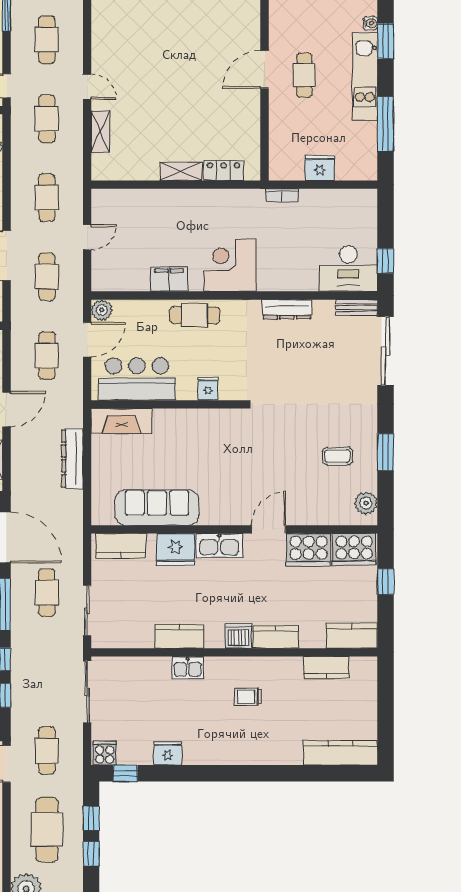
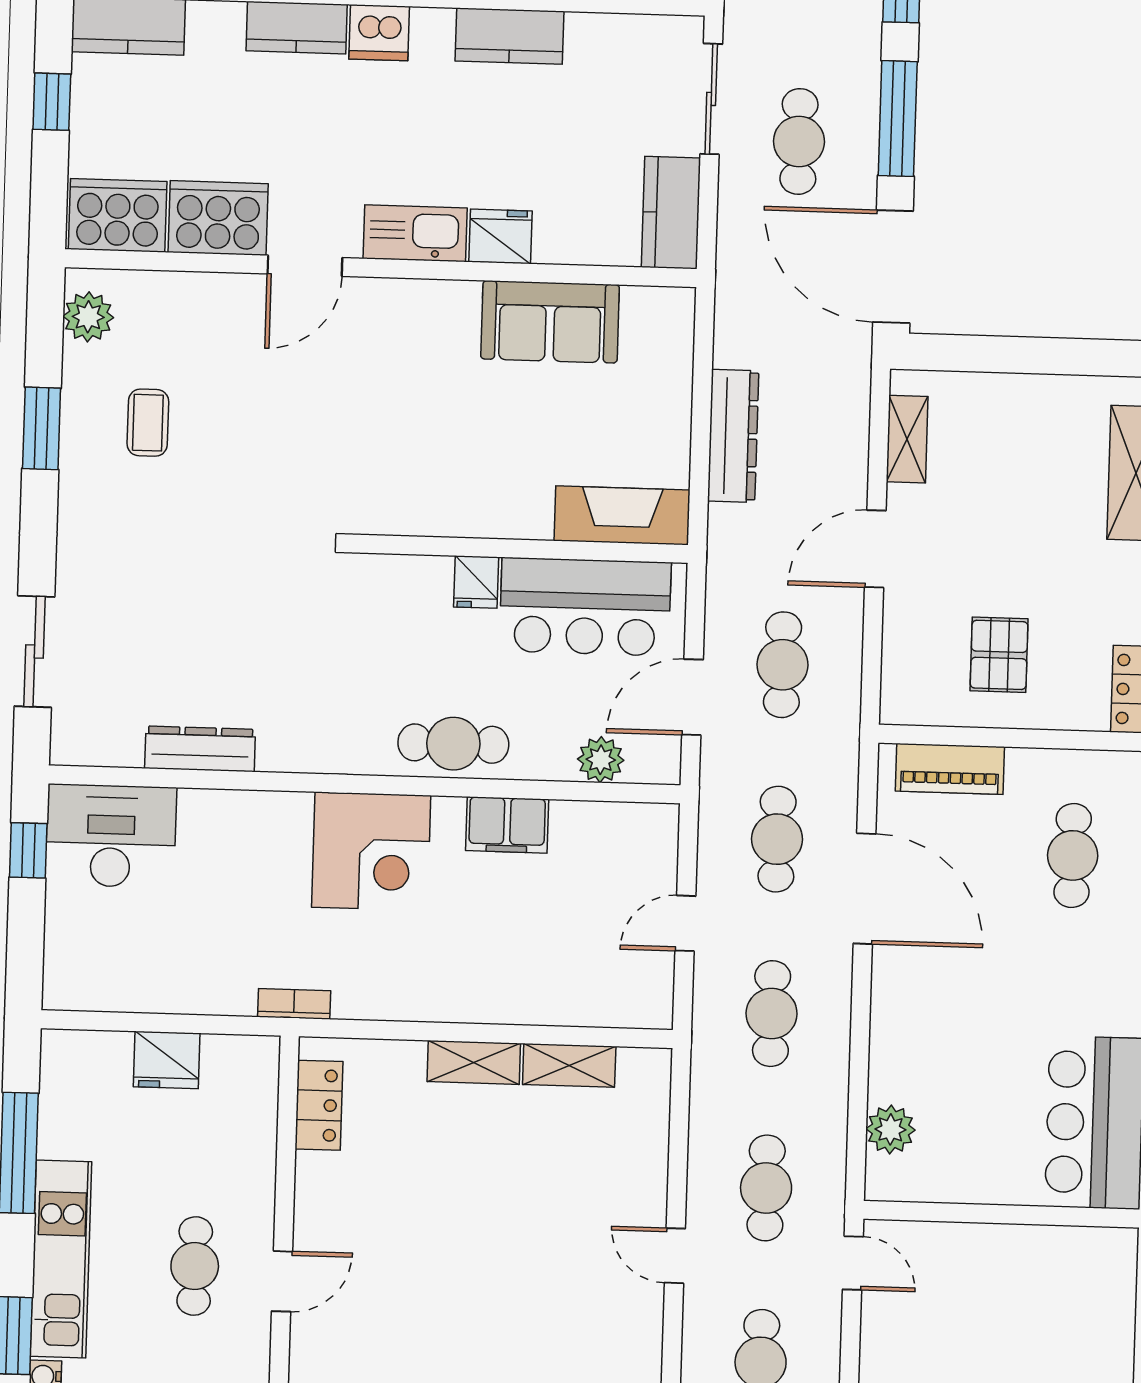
door: (265, 69) -> (282, 1281), width x0.73
shelving: (101, 132) -> (569, 1065), moved, turned 90
locker: (223, 170) -> (319, 1105), moved, turned -90
bookcase: (282, 195) -> (294, 1004), moved
bench: (356, 308) -> (96, 749), removed
dresser: (287, 309) -> (200, 749), moved
plant: (102, 310) -> (601, 760), moved
sliding door: (385, 351) -> (35, 652), width x0.73
fridge: (208, 389) -> (476, 582), moved
coffee table: (337, 456) -> (148, 423), turned 90
sofa: (157, 507) -> (550, 322), width x0.73
kitchen counter: (121, 546) -> (671, 213), moved, turned -90
fridge: (175, 549) -> (501, 236), width x0.73, depth x0.75
window: (385, 582) -> (52, 102), moved

